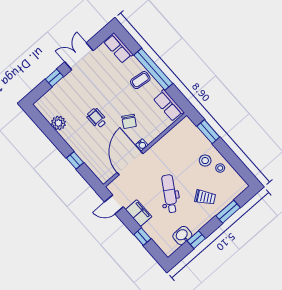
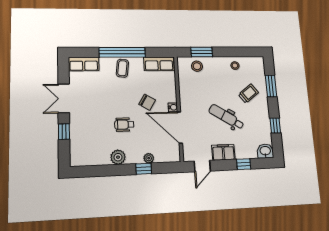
plant: (58, 123) -> (118, 157), moved
plant: (86, 158) -> (149, 158), added
stool: (205, 161) -> (197, 66), moved
washbasin: (182, 236) -> (265, 151), moved, turned 90

